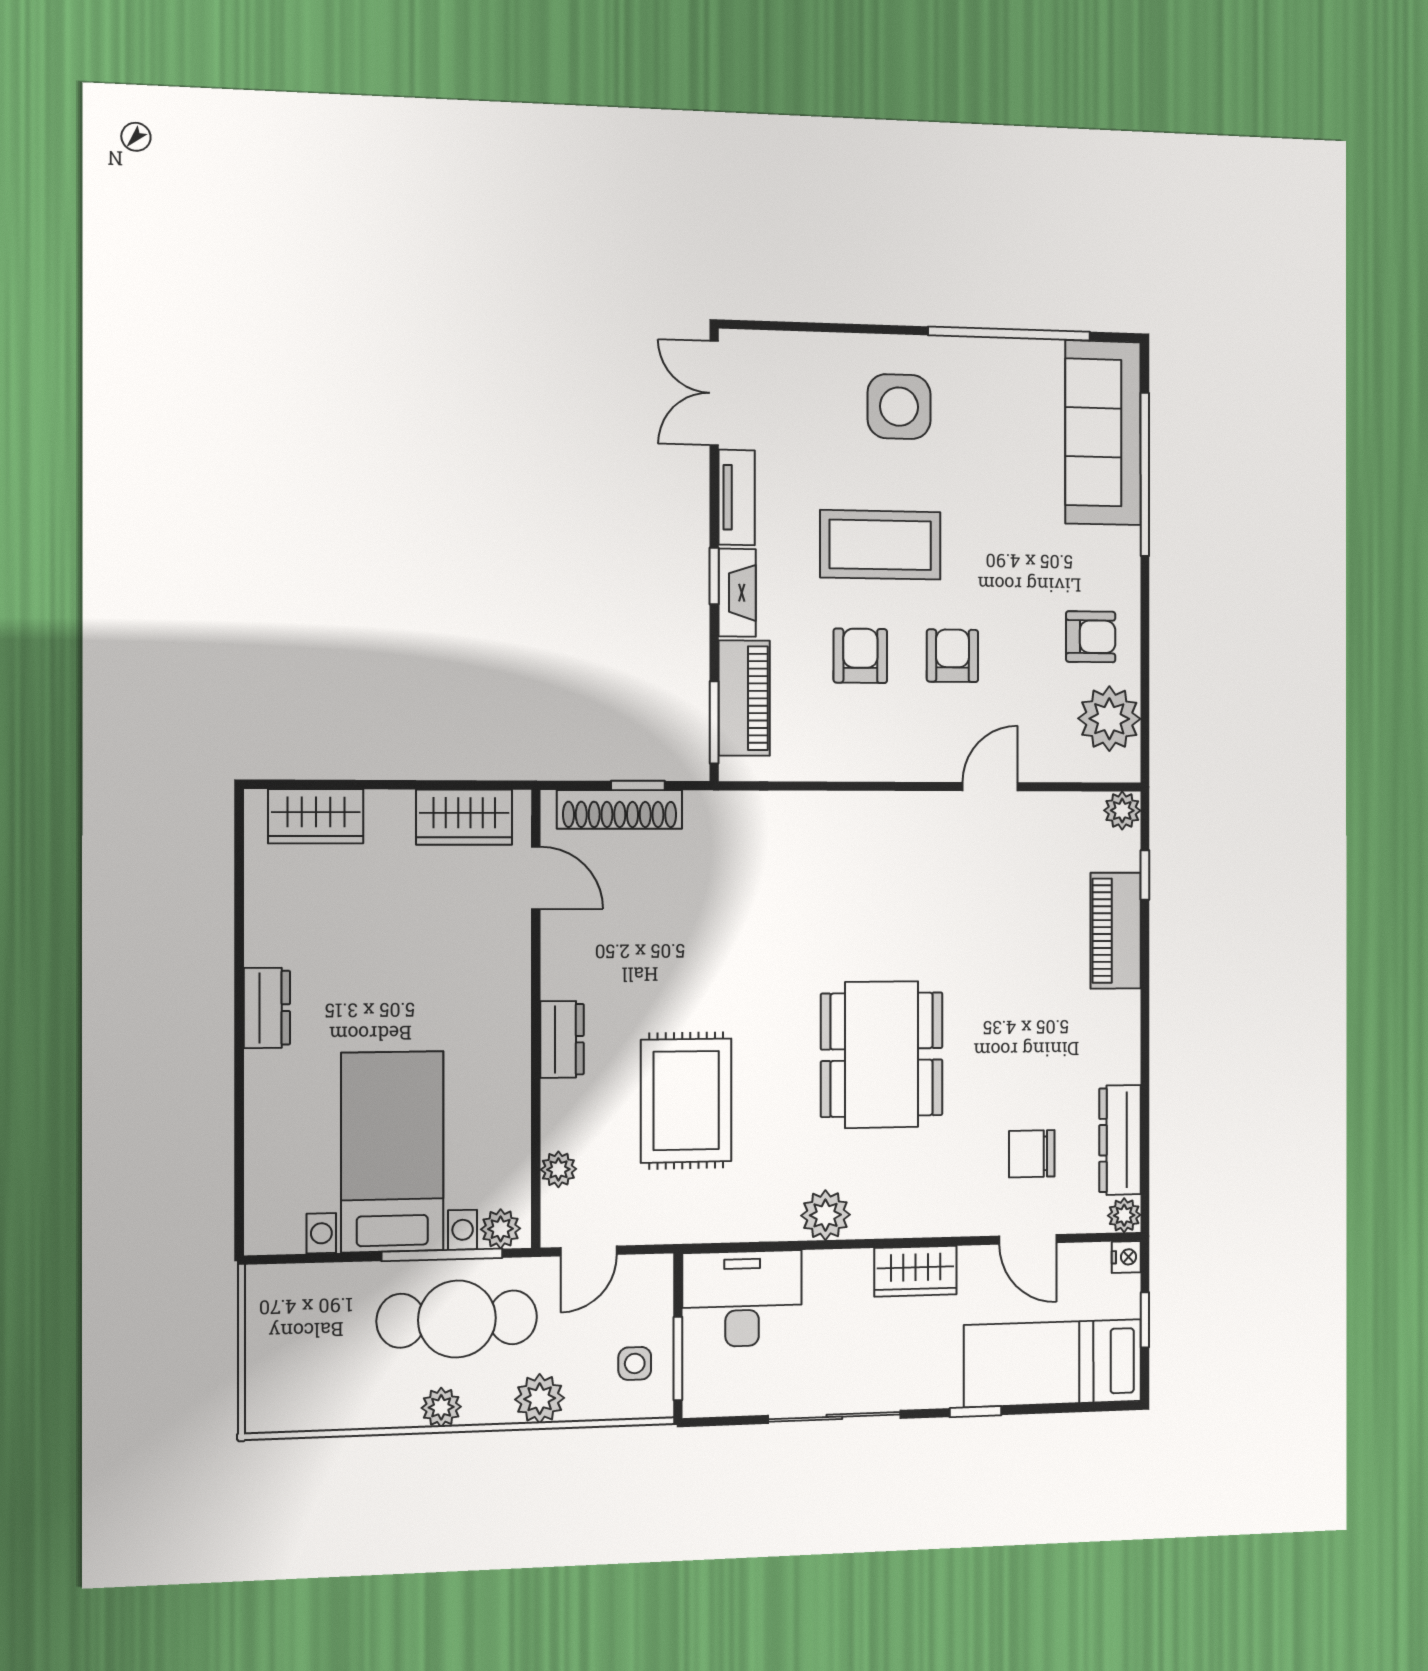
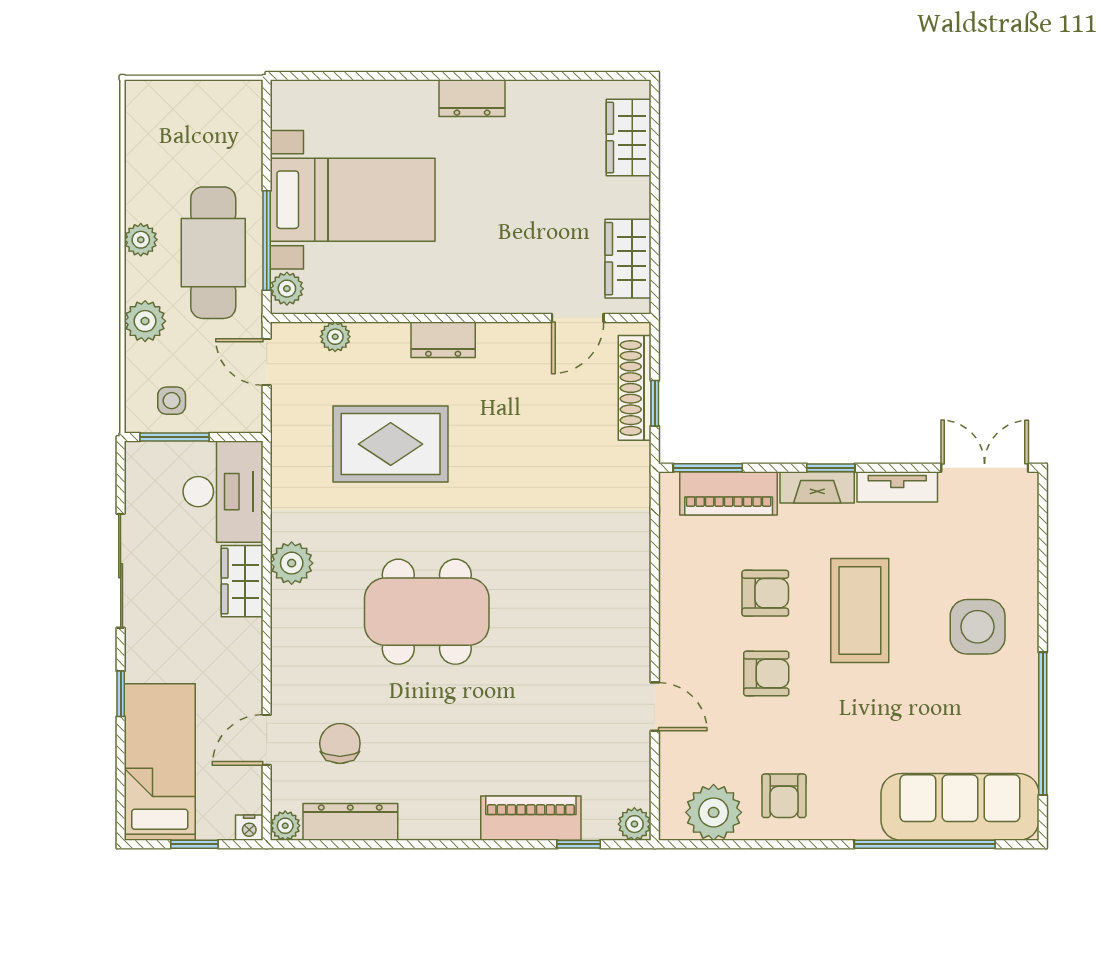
wardrobe: (915, 1271) -> (242, 581), moved

